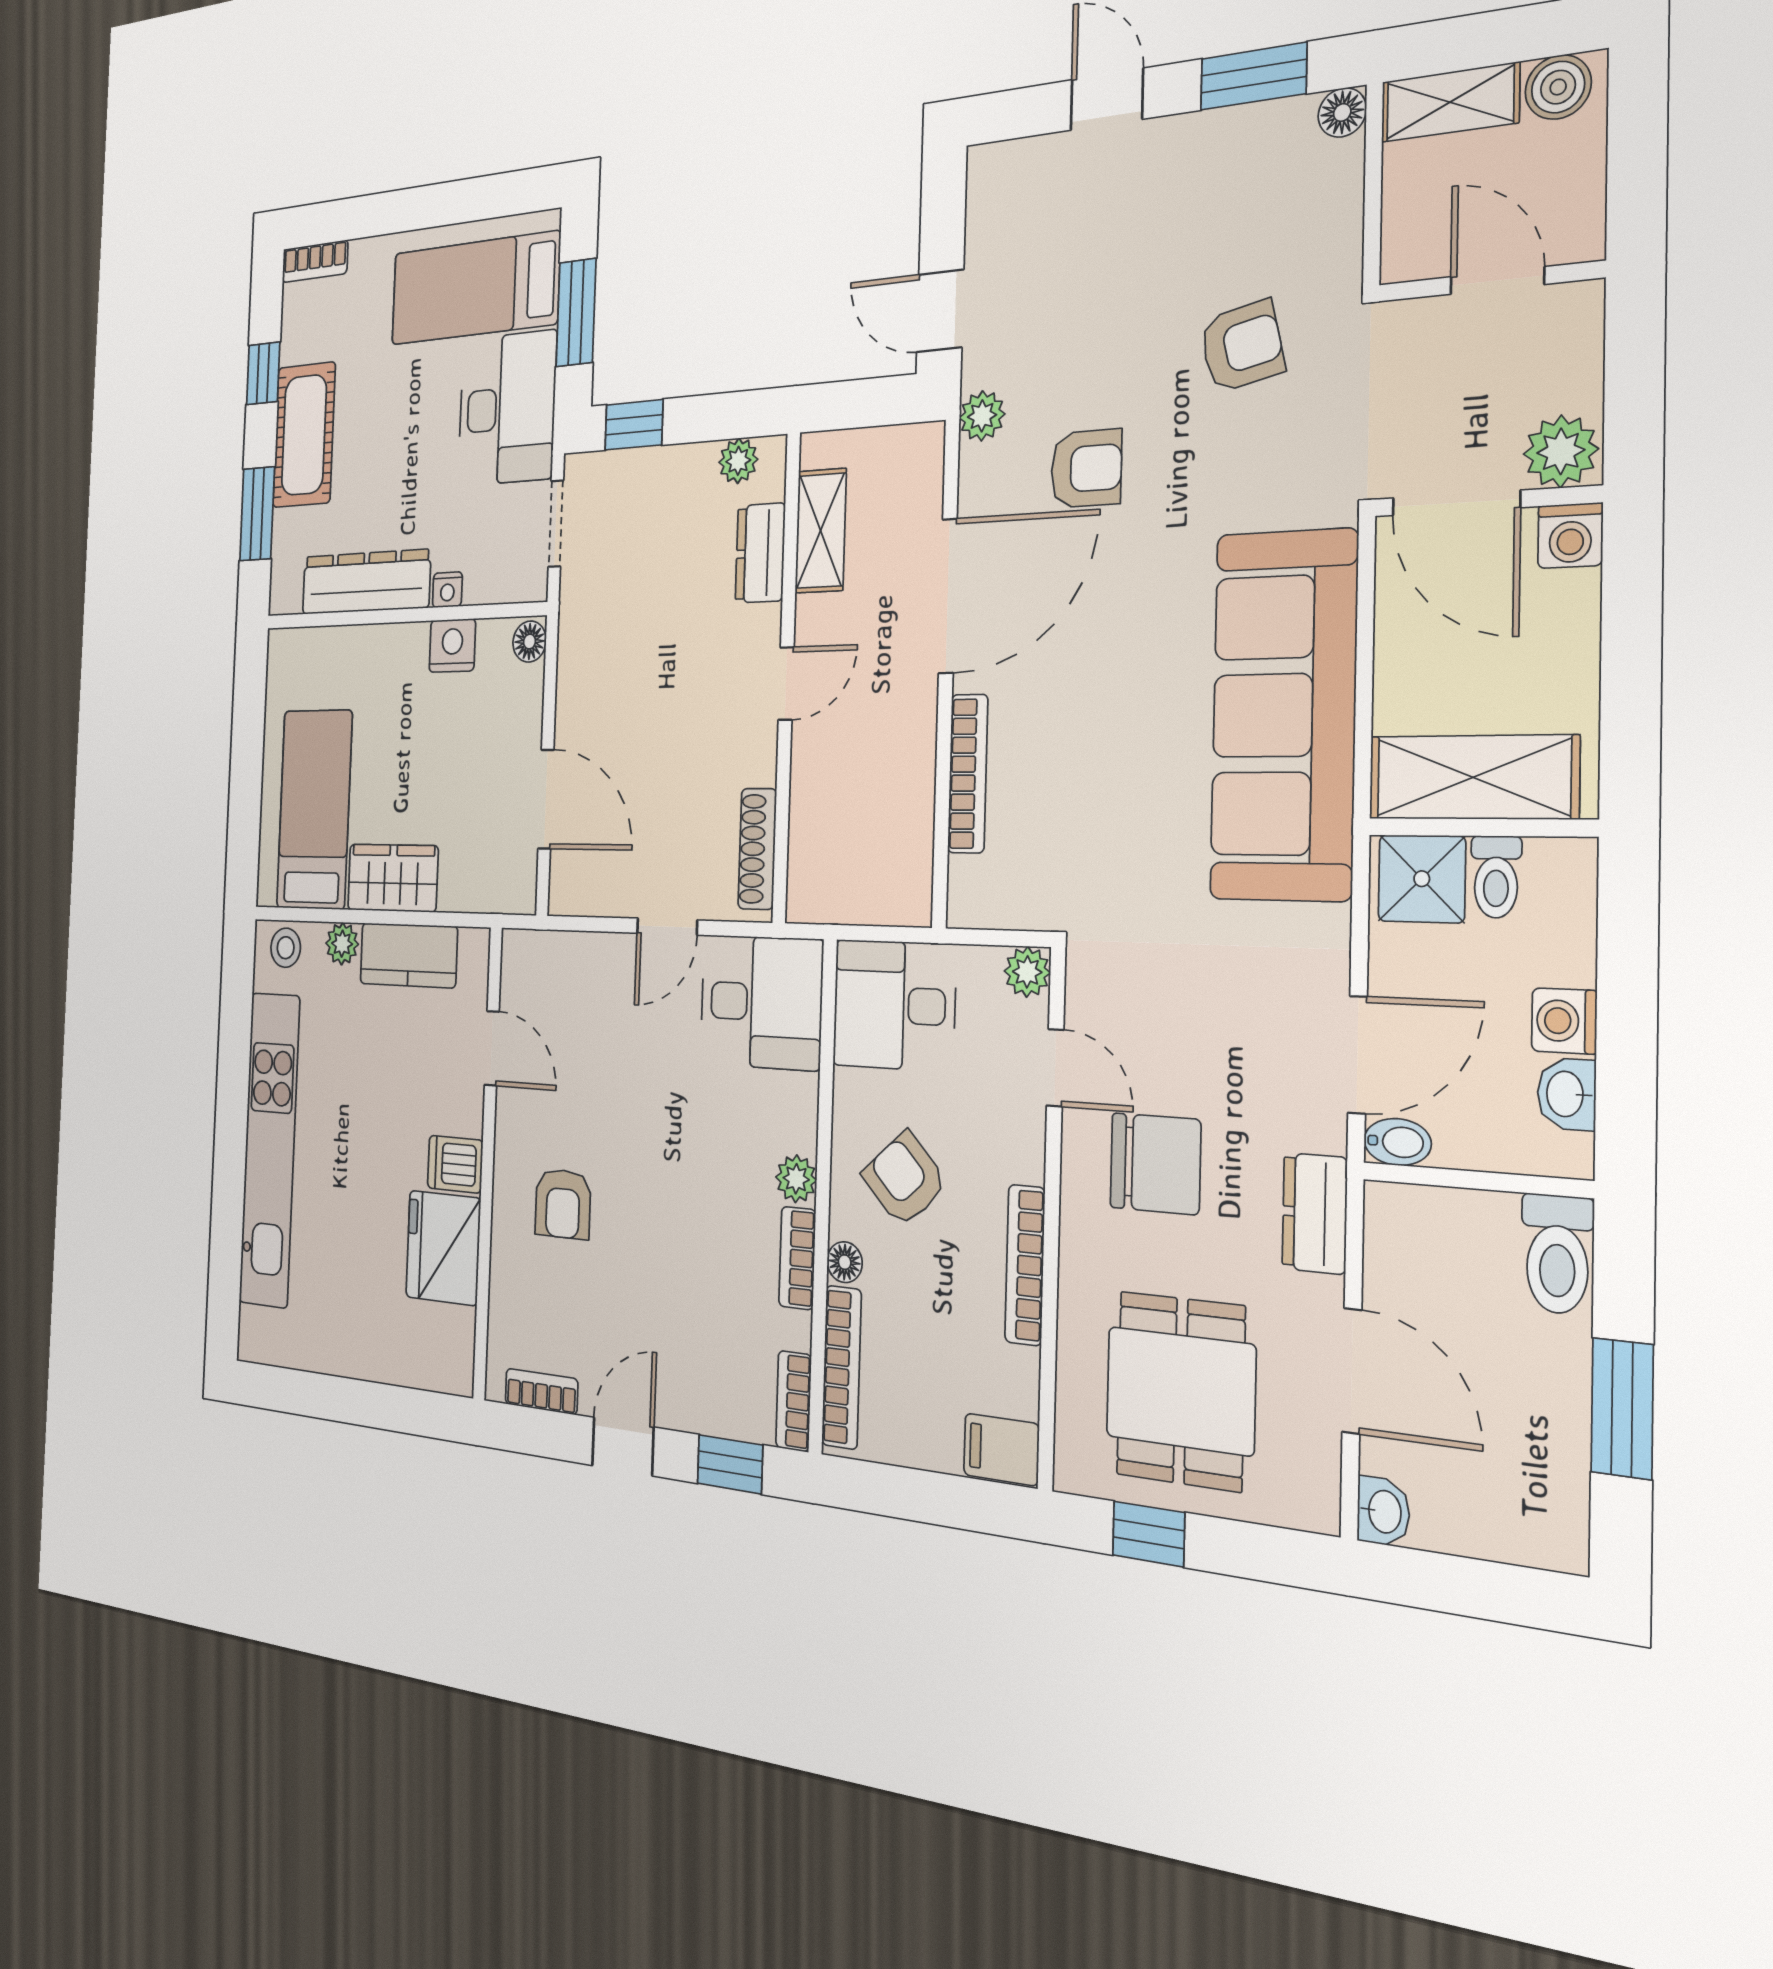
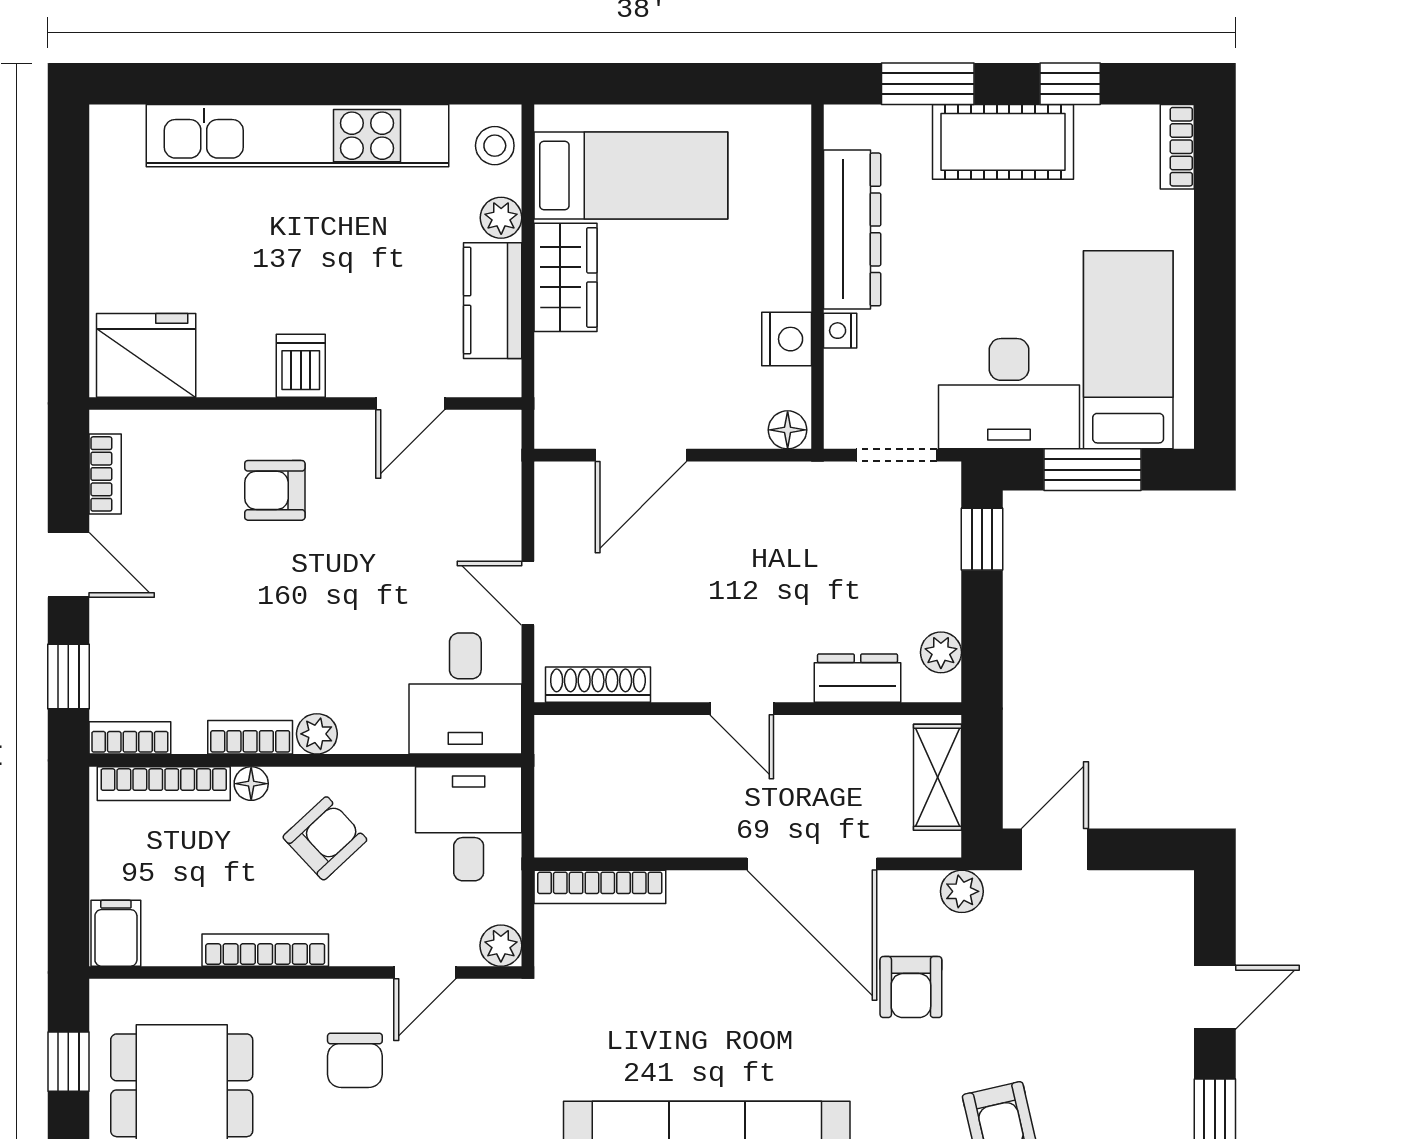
shelving: (821, 531) -> (937, 777), moved, turned 90
bookcase: (968, 774) -> (600, 887), moved
chair: (1155, 1164) -> (355, 1060), width x0.73, depth x0.73
fridge: (443, 1248) -> (146, 355), moved

